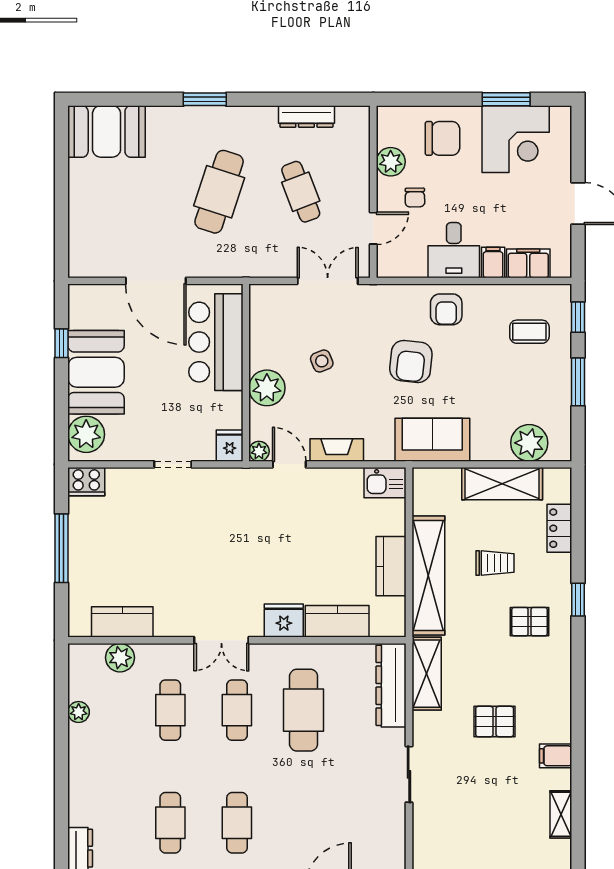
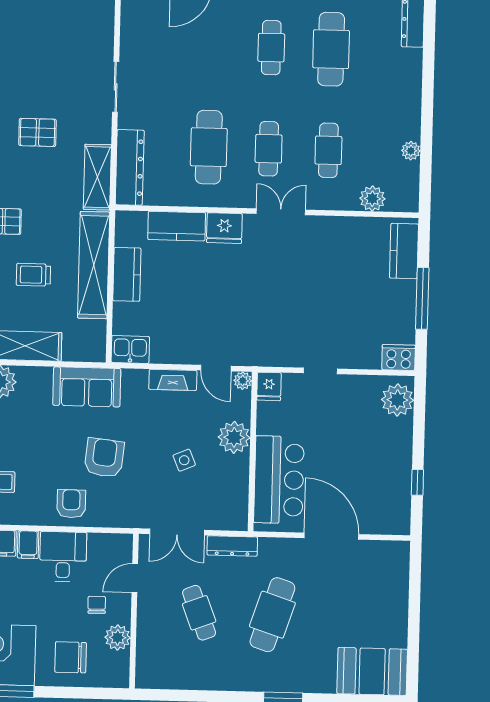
dresser: (306, 116) -> (232, 546), moved, turned 180
booth: (96, 372) -> (387, 455), removed
kitchen counter: (122, 622) -> (404, 251), moved, turned 90
cafe table: (170, 823) -> (331, 49), width x1.37, depth x1.35

